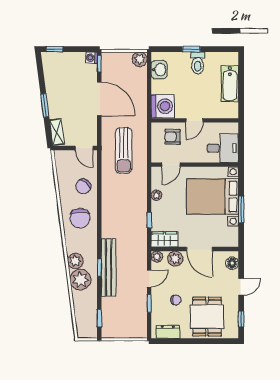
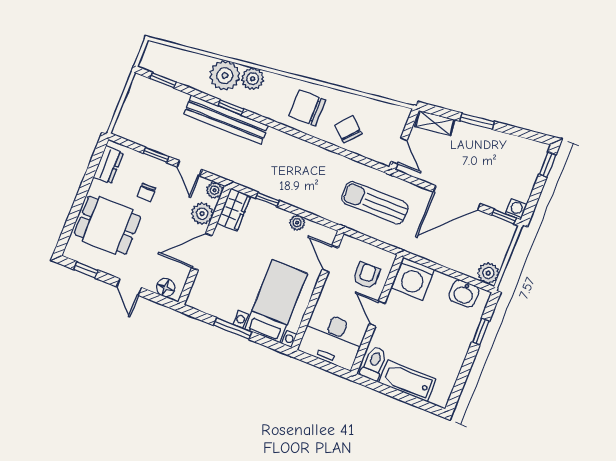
window: (191, 49) -> (481, 332), moved
toilet: (198, 63) -> (374, 363), moved, turned 90
door: (84, 148) -> (399, 151), swing flipped
desk: (223, 148) -> (332, 340), width x1.37
bed with nightstands: (212, 197) -> (276, 301), width x0.73

